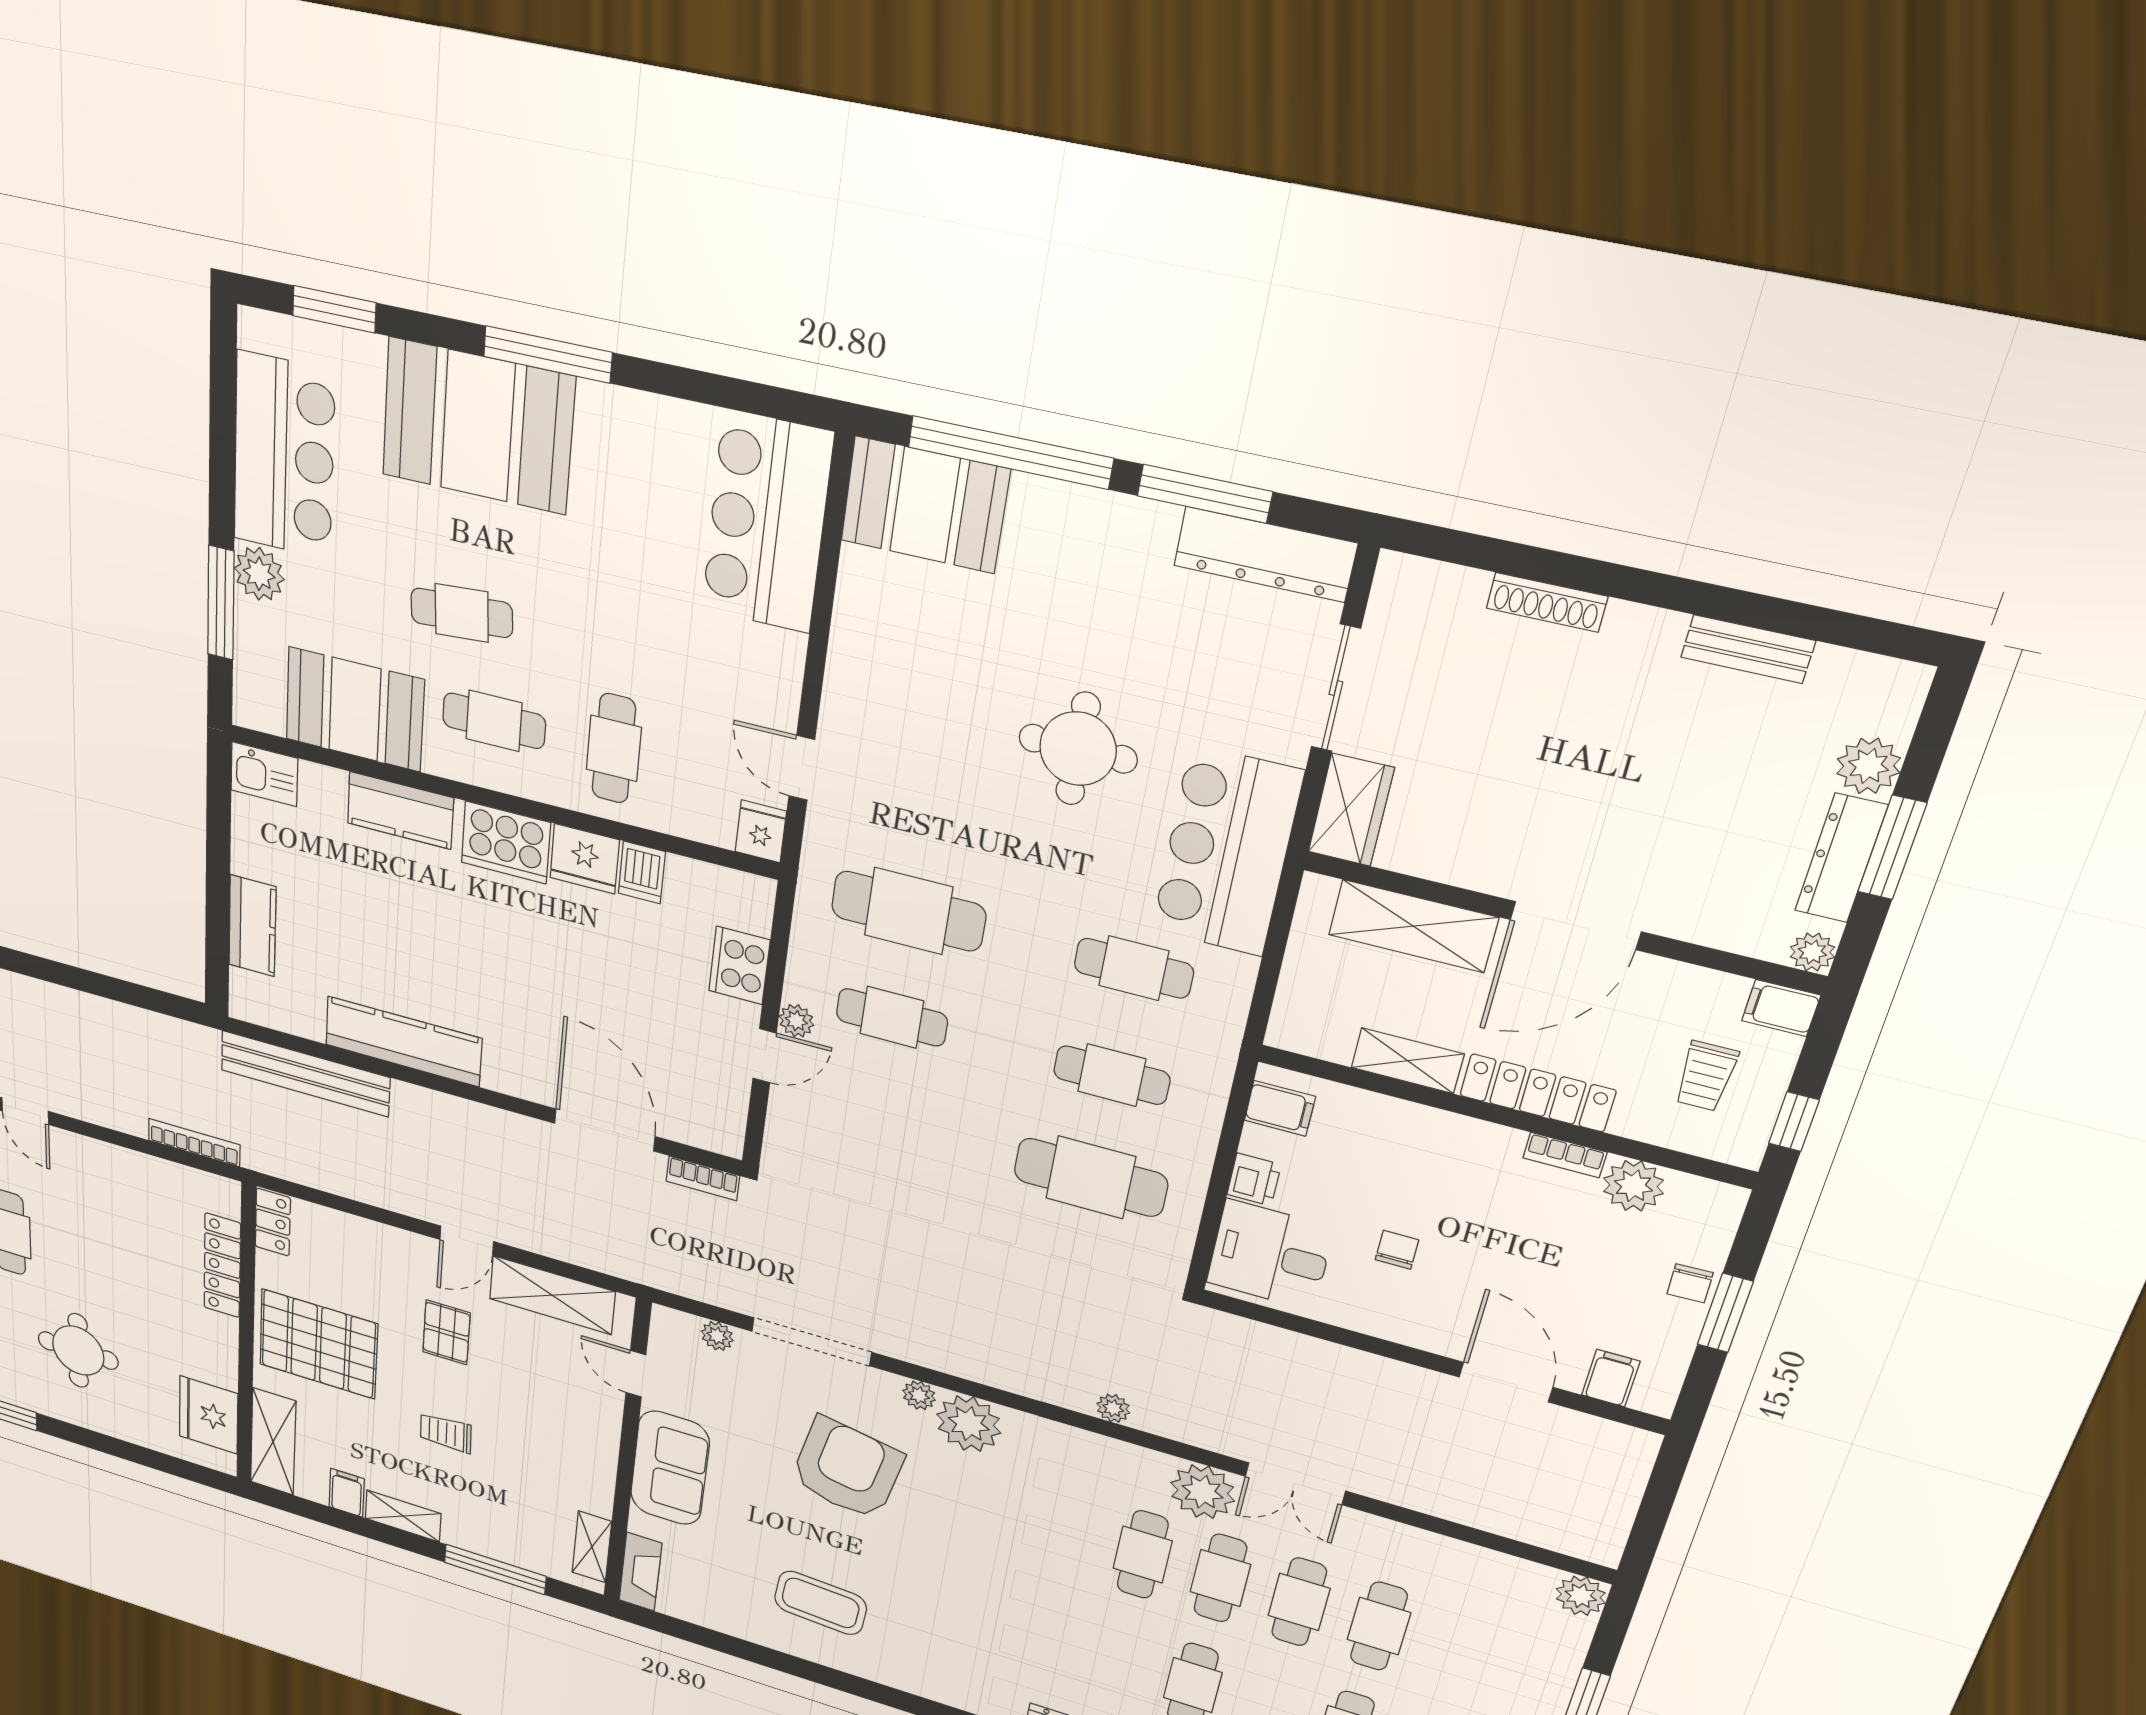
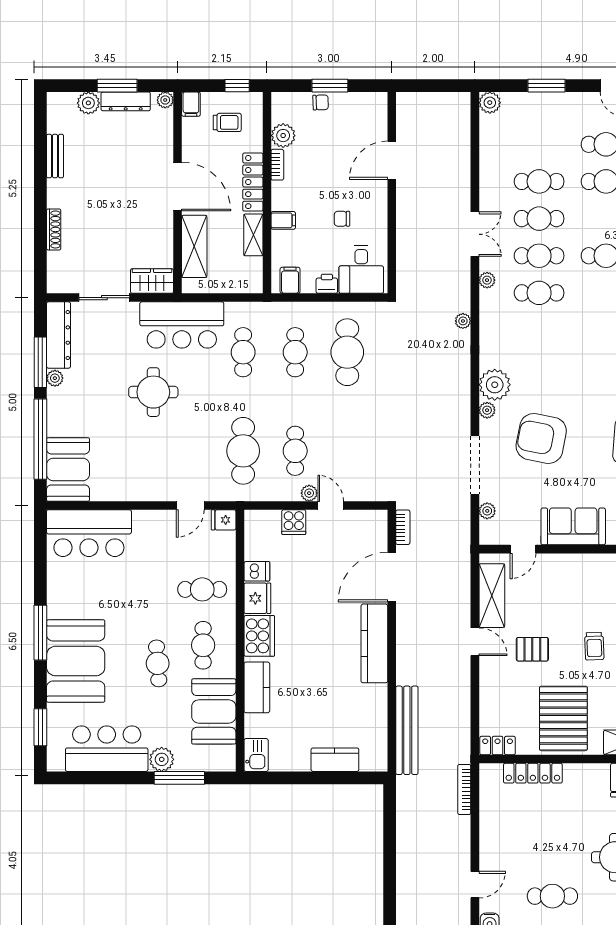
plant: (1157, 521) -> (55, 378), added
cooker: (739, 965) -> (294, 522), width x0.73
kitchen counter: (403, 1041) -> (374, 643), moved
filing cabinet: (1611, 1378) -> (283, 220), moved, turned 180
plant: (1203, 1492) -> (487, 280), width x0.53, depth x0.53

